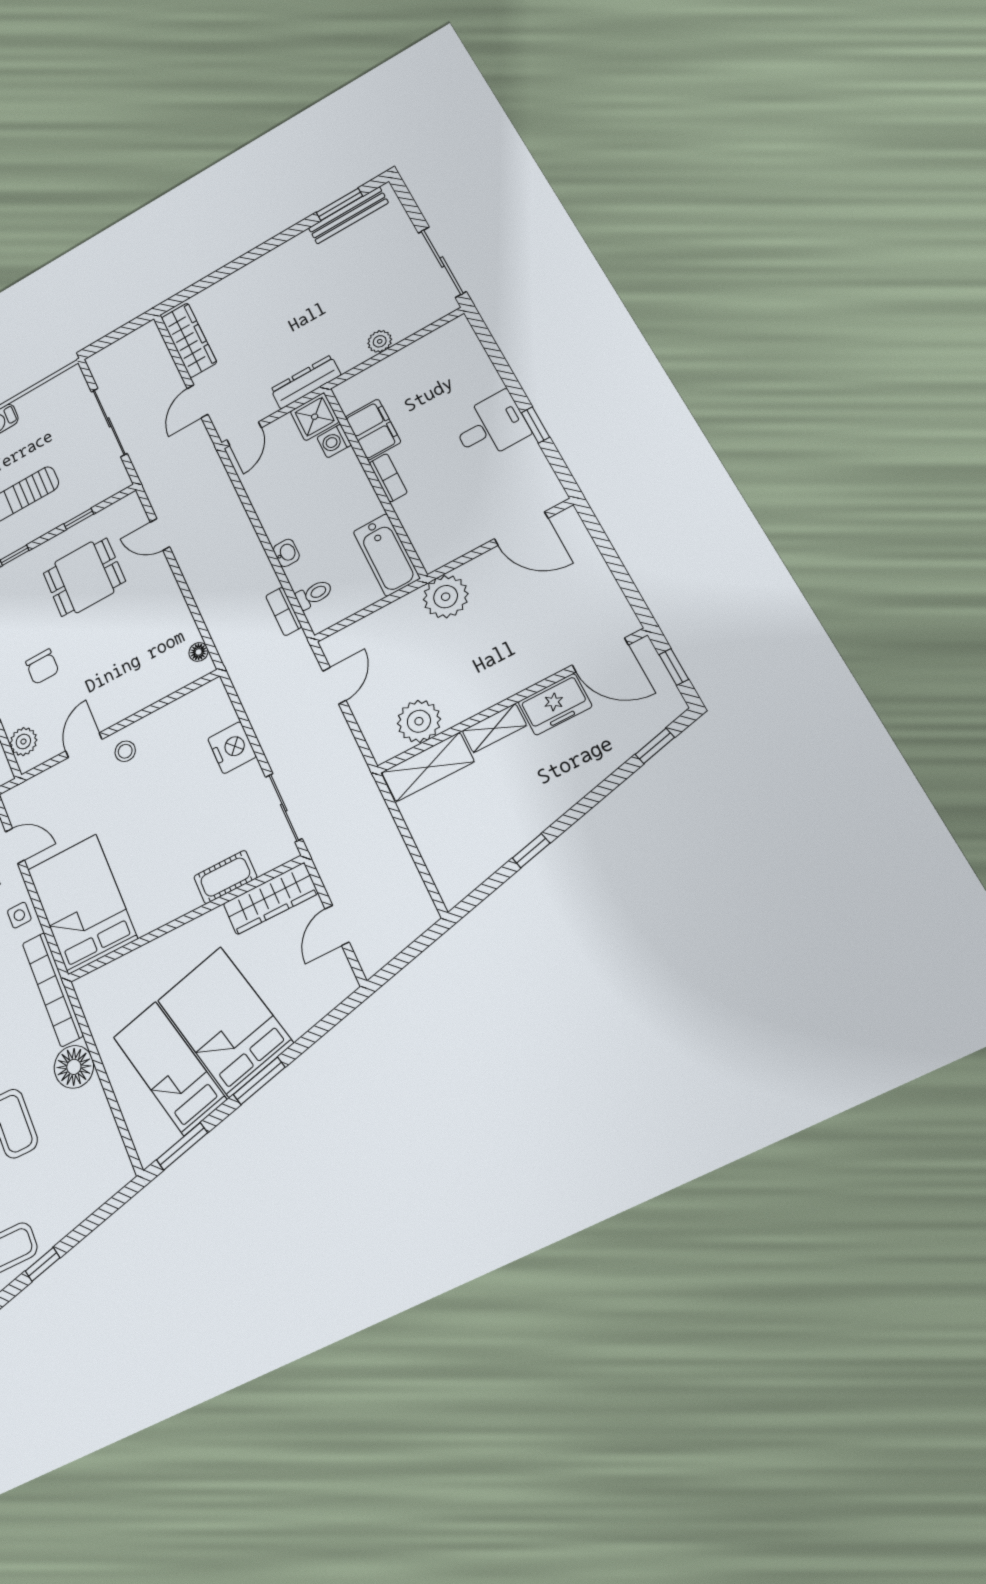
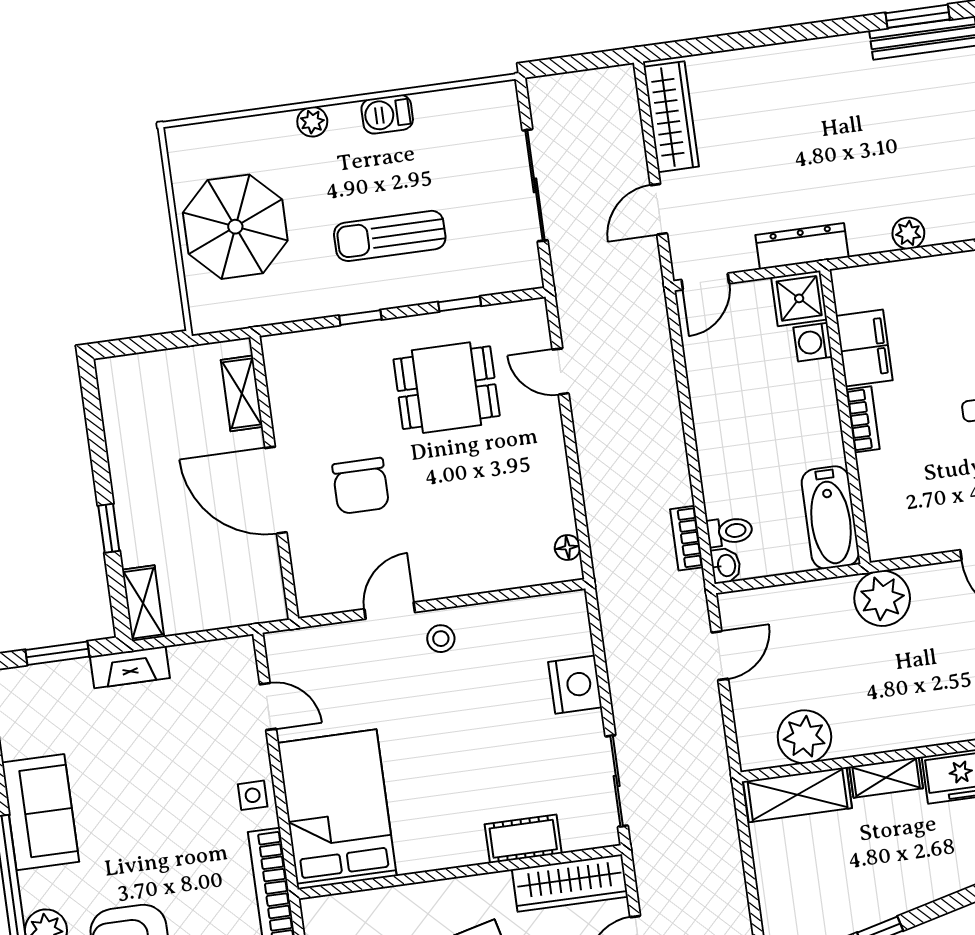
washbasin: (286, 553) -> (726, 566), moved
chair: (42, 667) -> (361, 486), width x1.37, depth x1.37
plant: (23, 742) -> (311, 576), removed

